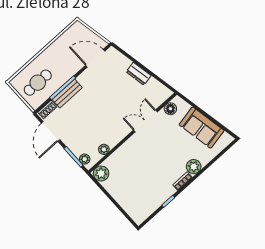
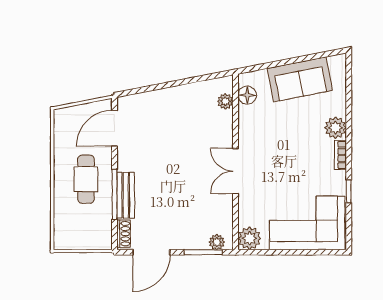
dresser: (139, 74) -> (176, 95), removed
cafe table: (38, 83) -> (86, 179), moved
double door: (145, 121) -> (236, 171), moved
door: (51, 131) -> (151, 252), hinge flipped
plant: (104, 149) -> (225, 101), moved
corner sofa: (134, 195) -> (307, 223), added

